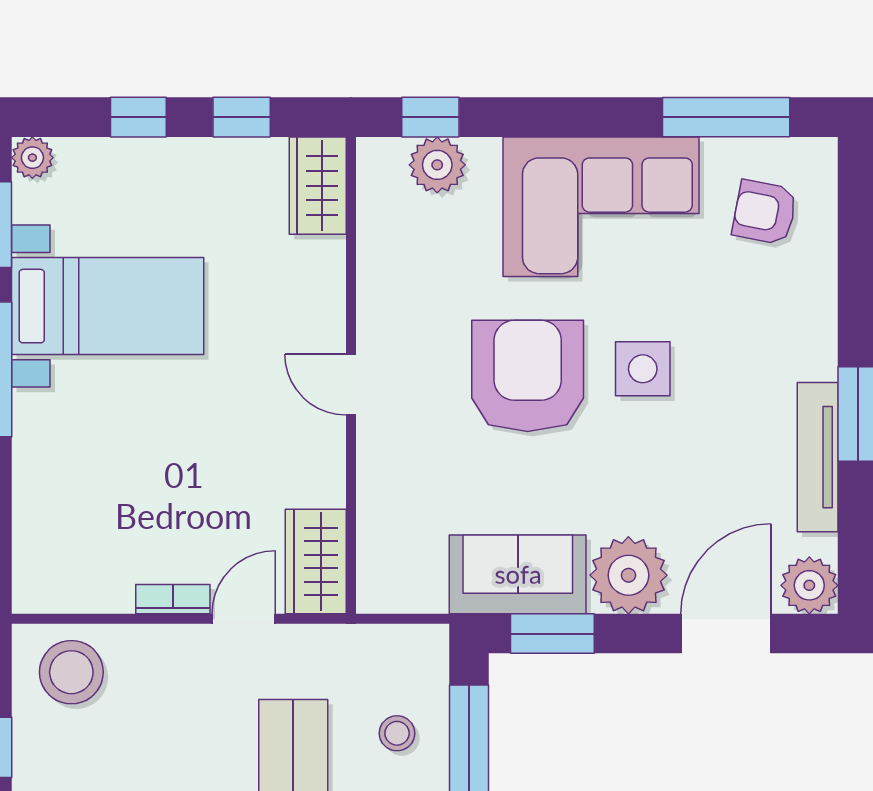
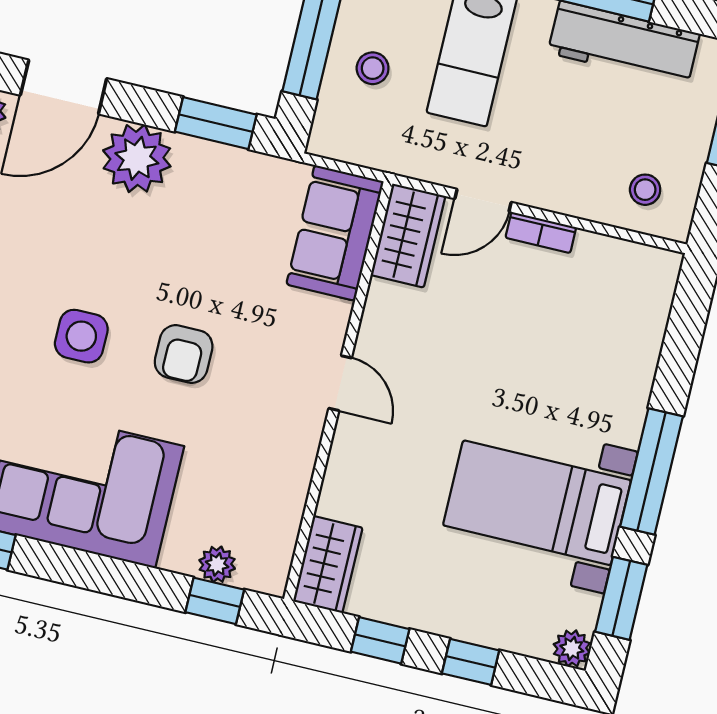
plant: (437, 165) -> (217, 564), width x0.73, depth x0.73
armchair: (528, 376) -> (184, 354), width x0.53, depth x0.53
sofa: (518, 574) -> (335, 233), moved, turned 90
stool: (71, 672) -> (645, 190), width x0.53, depth x0.53

